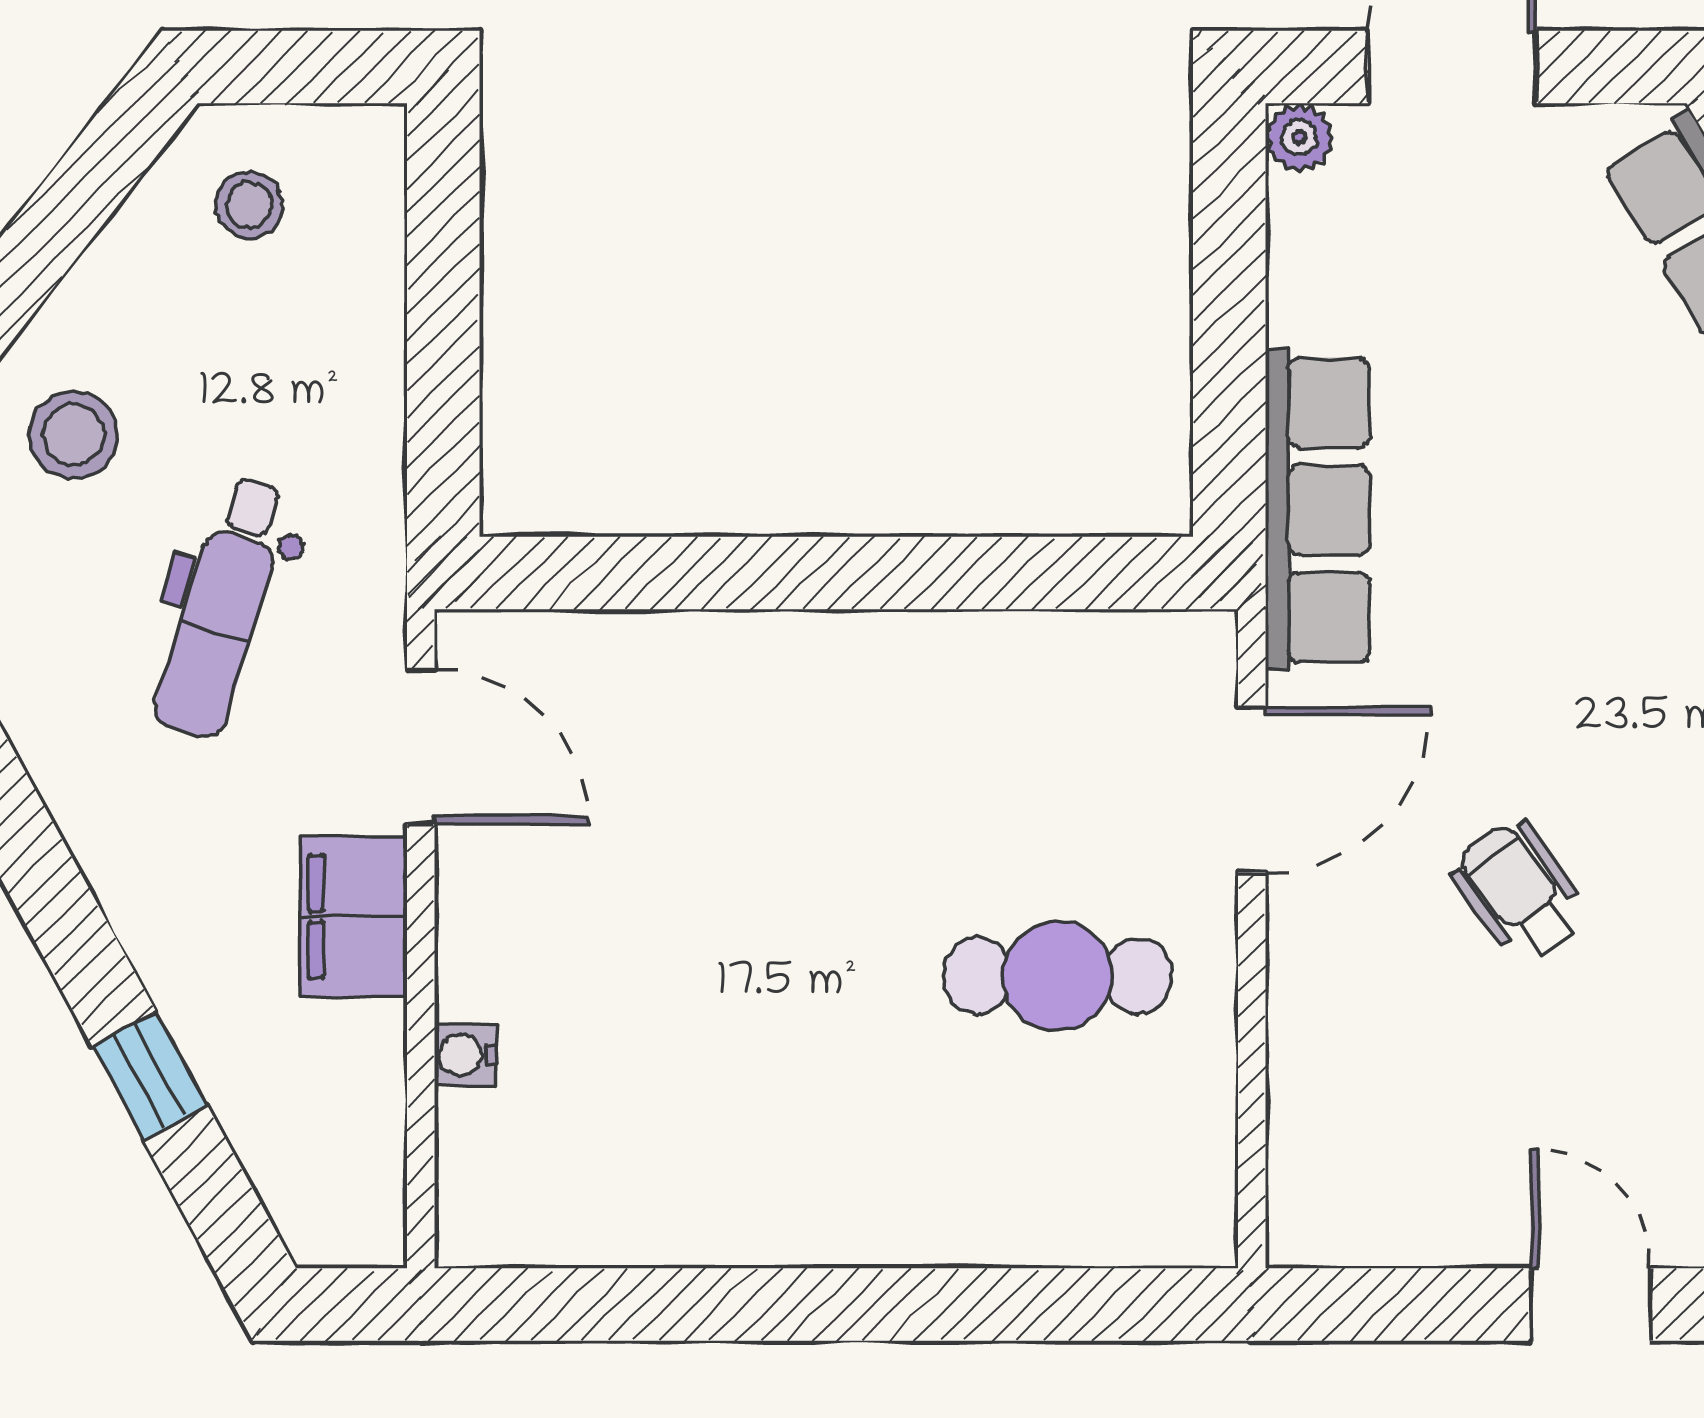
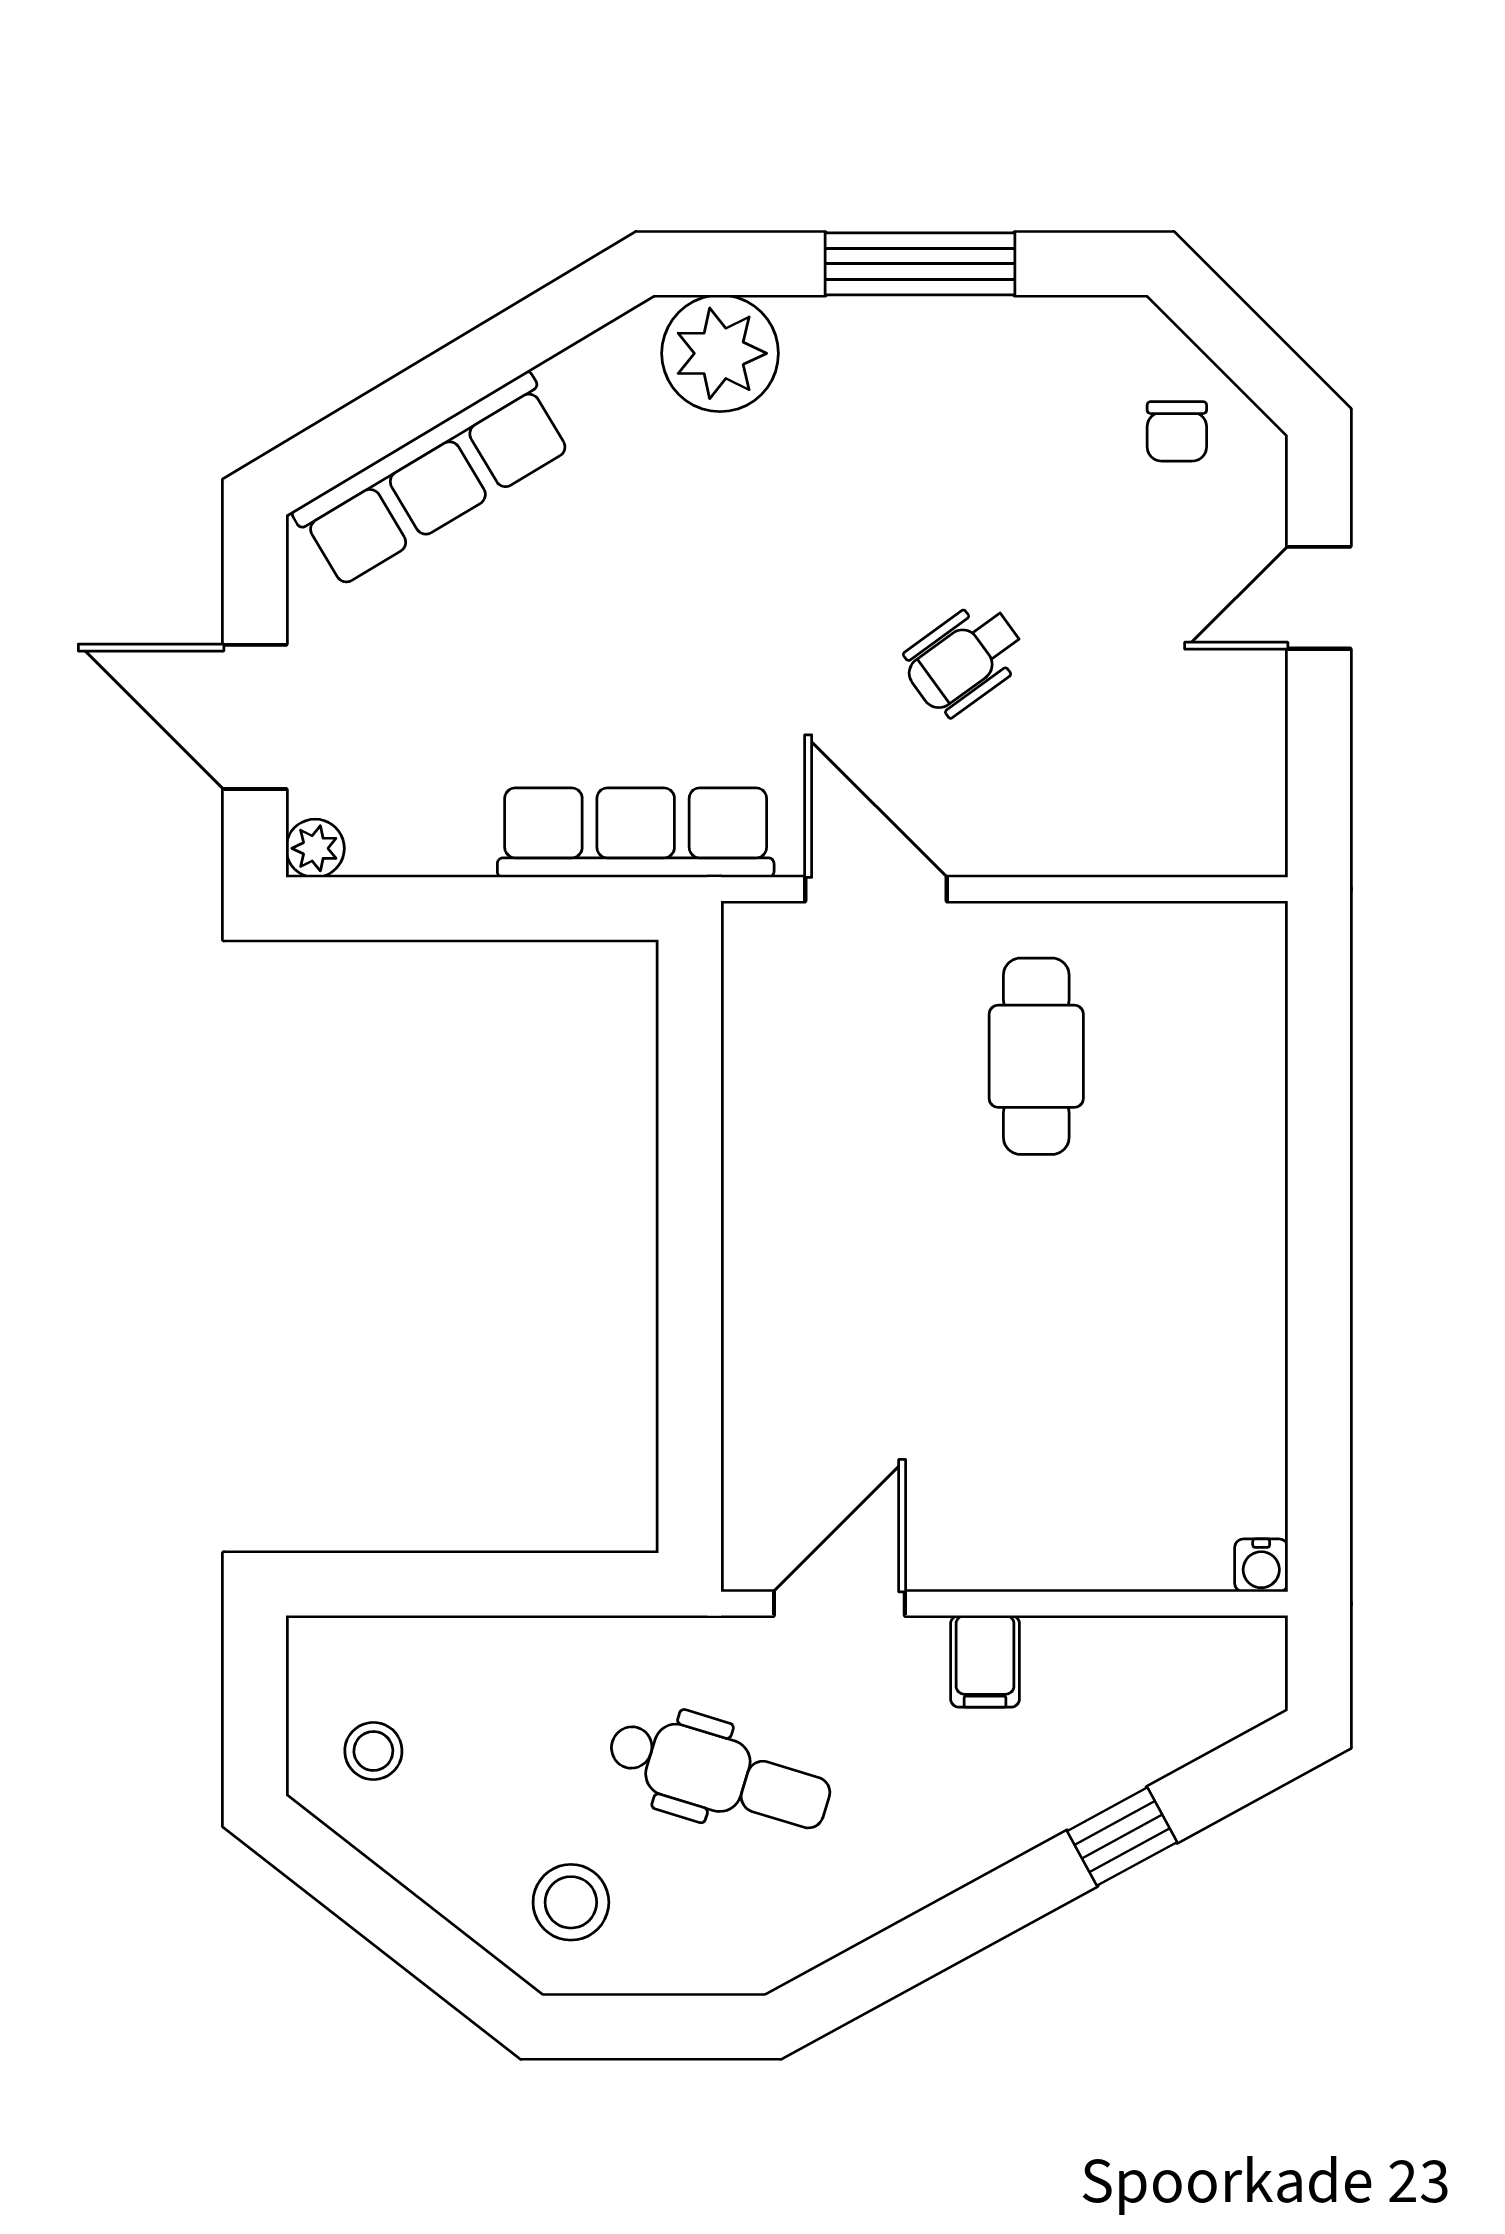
filing cabinet: (354, 916) -> (985, 1661), width x0.50
water cooler: (465, 1055) -> (1261, 1565), moved

